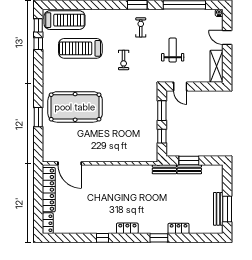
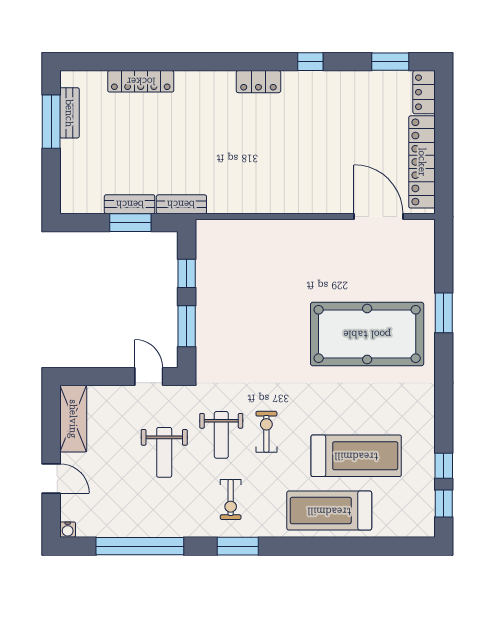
treadmill: (65, 20) -> (329, 511), moved
weight bench: (145, 58) -> (221, 435), added
bench: (218, 209) -> (69, 113), width x0.73
locker: (179, 228) -> (141, 81), width x1.53
window: (159, 238) -> (390, 62), moved

